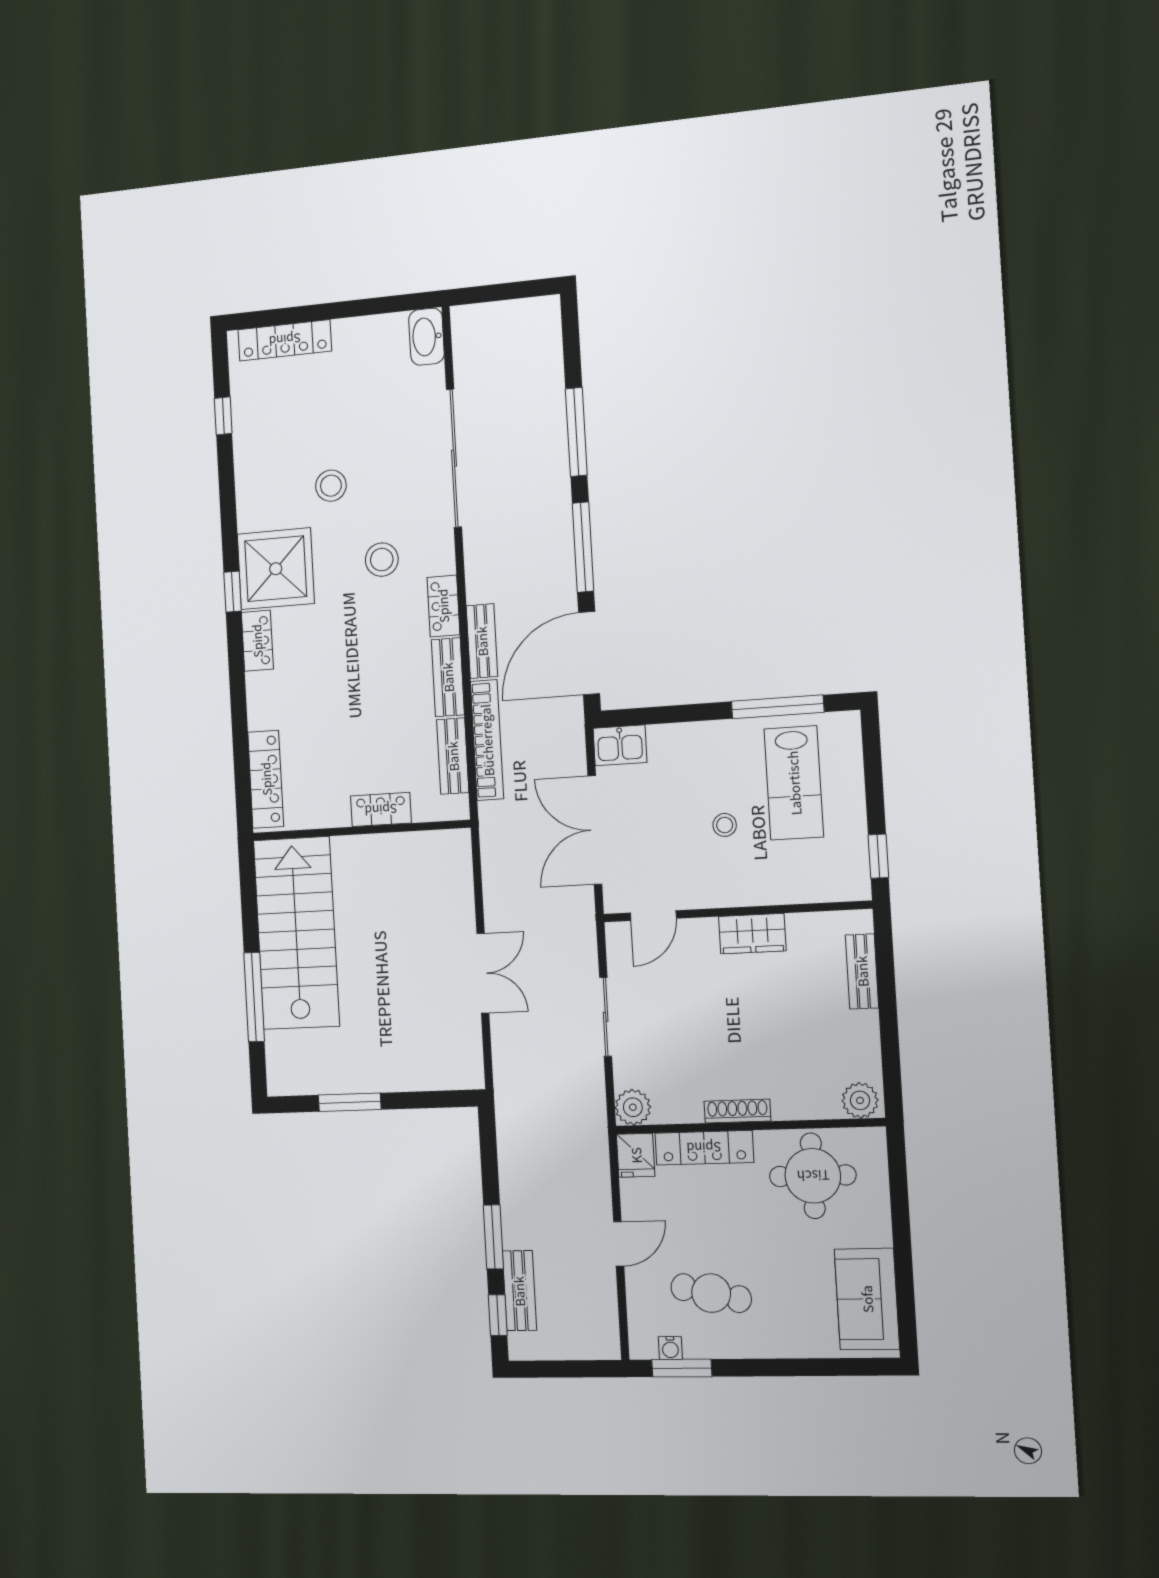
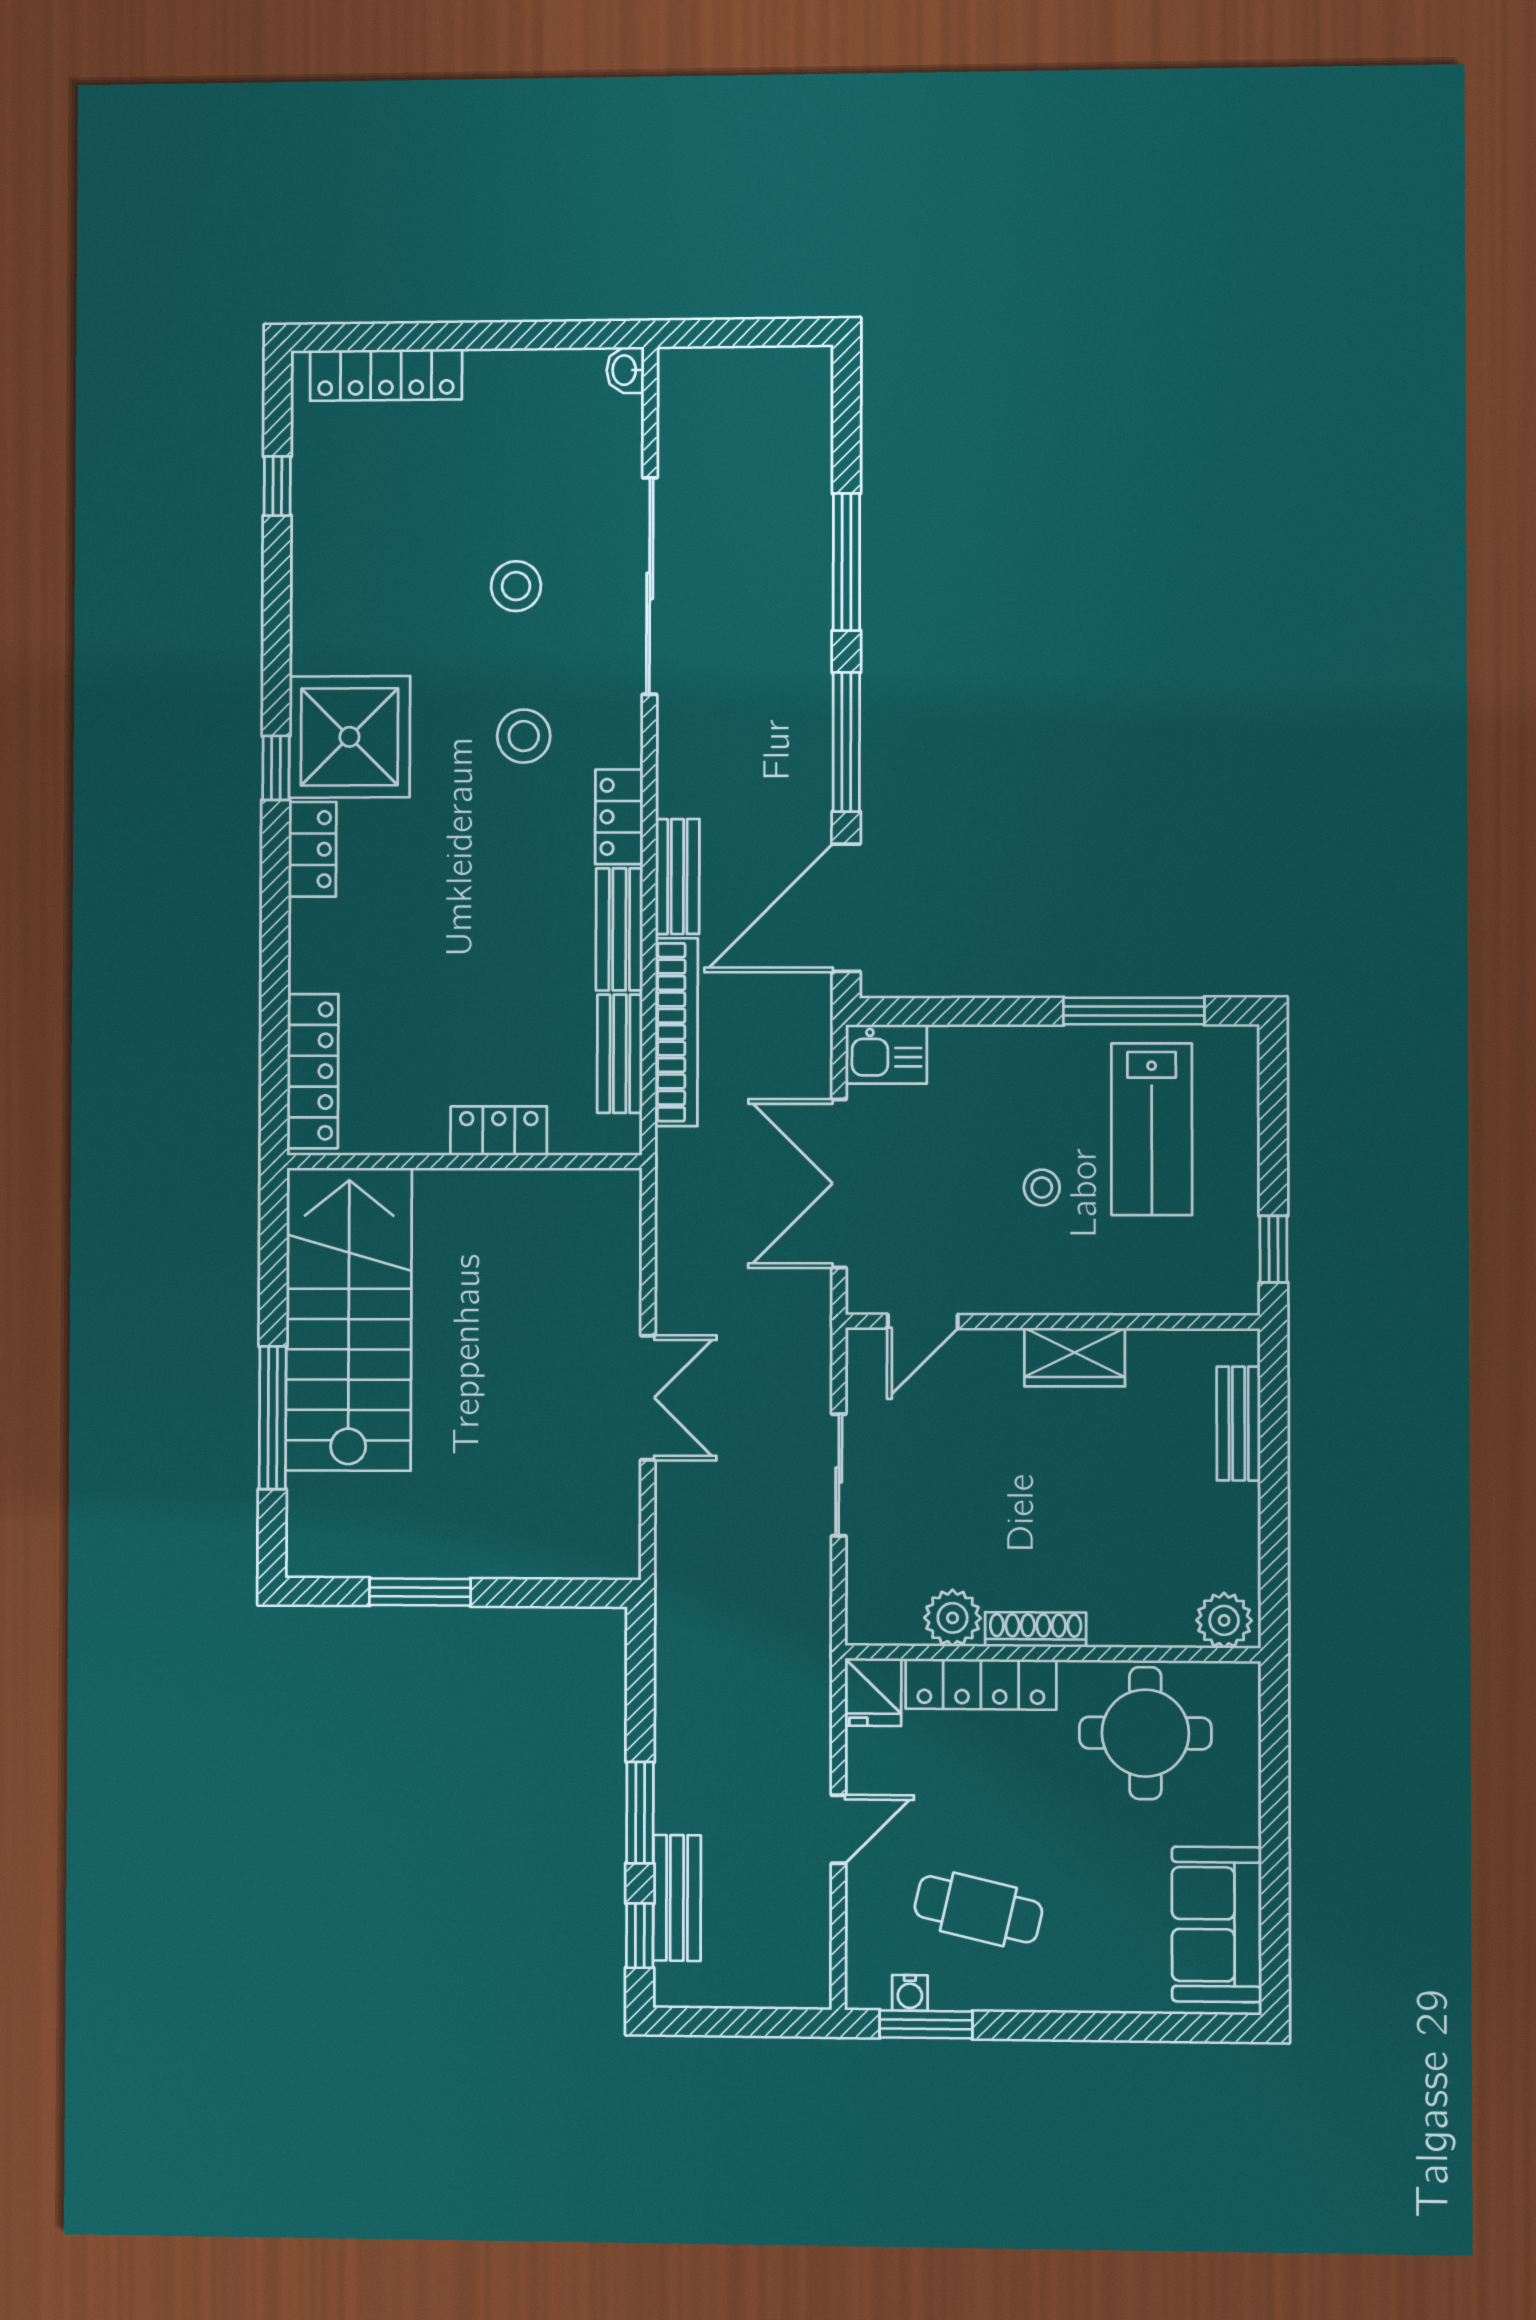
washbasin: (427, 337) -> (625, 370), width x0.52, depth x0.69
stool: (331, 486) -> (516, 586), moved
plant: (633, 1107) -> (952, 1618), moved

